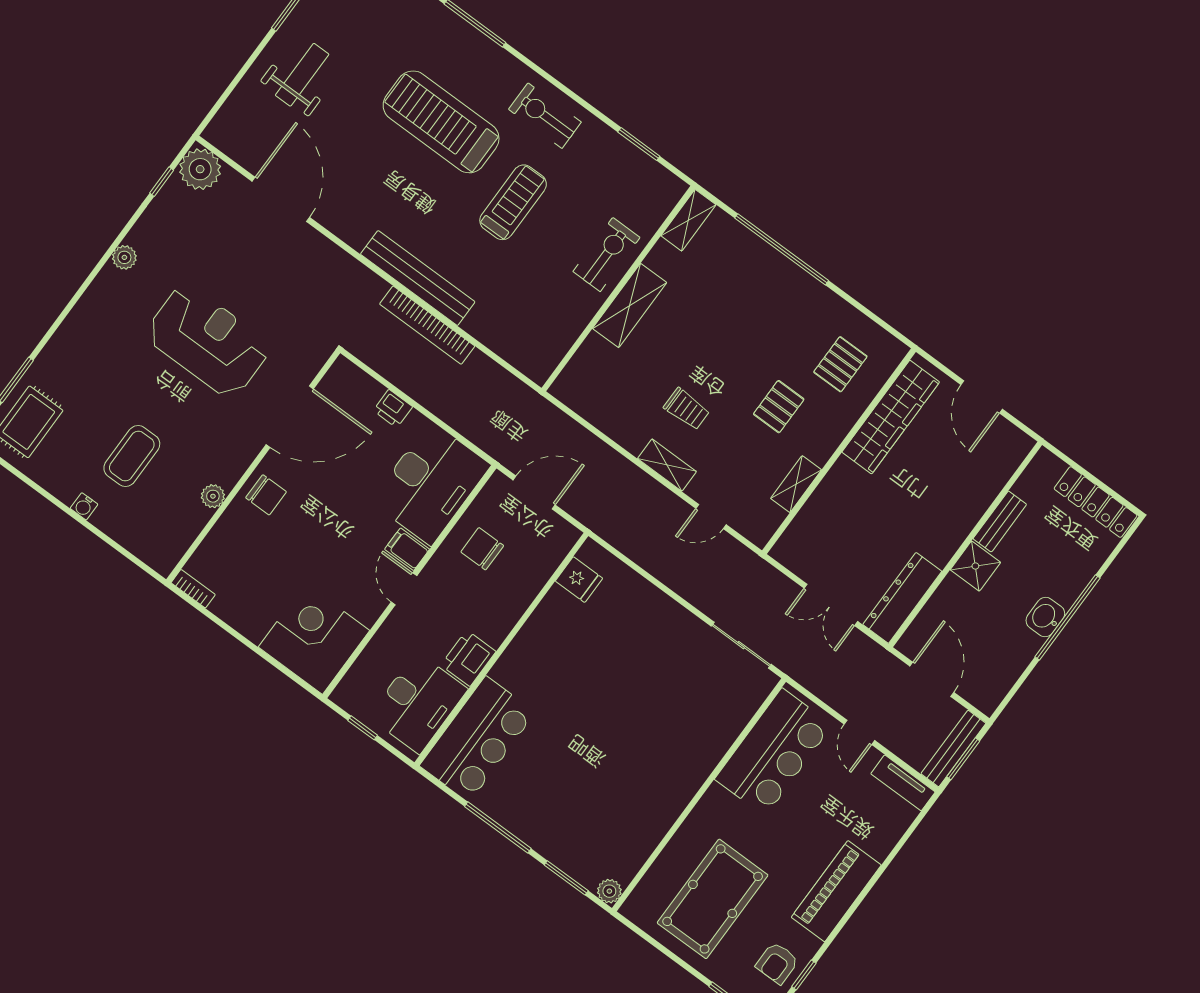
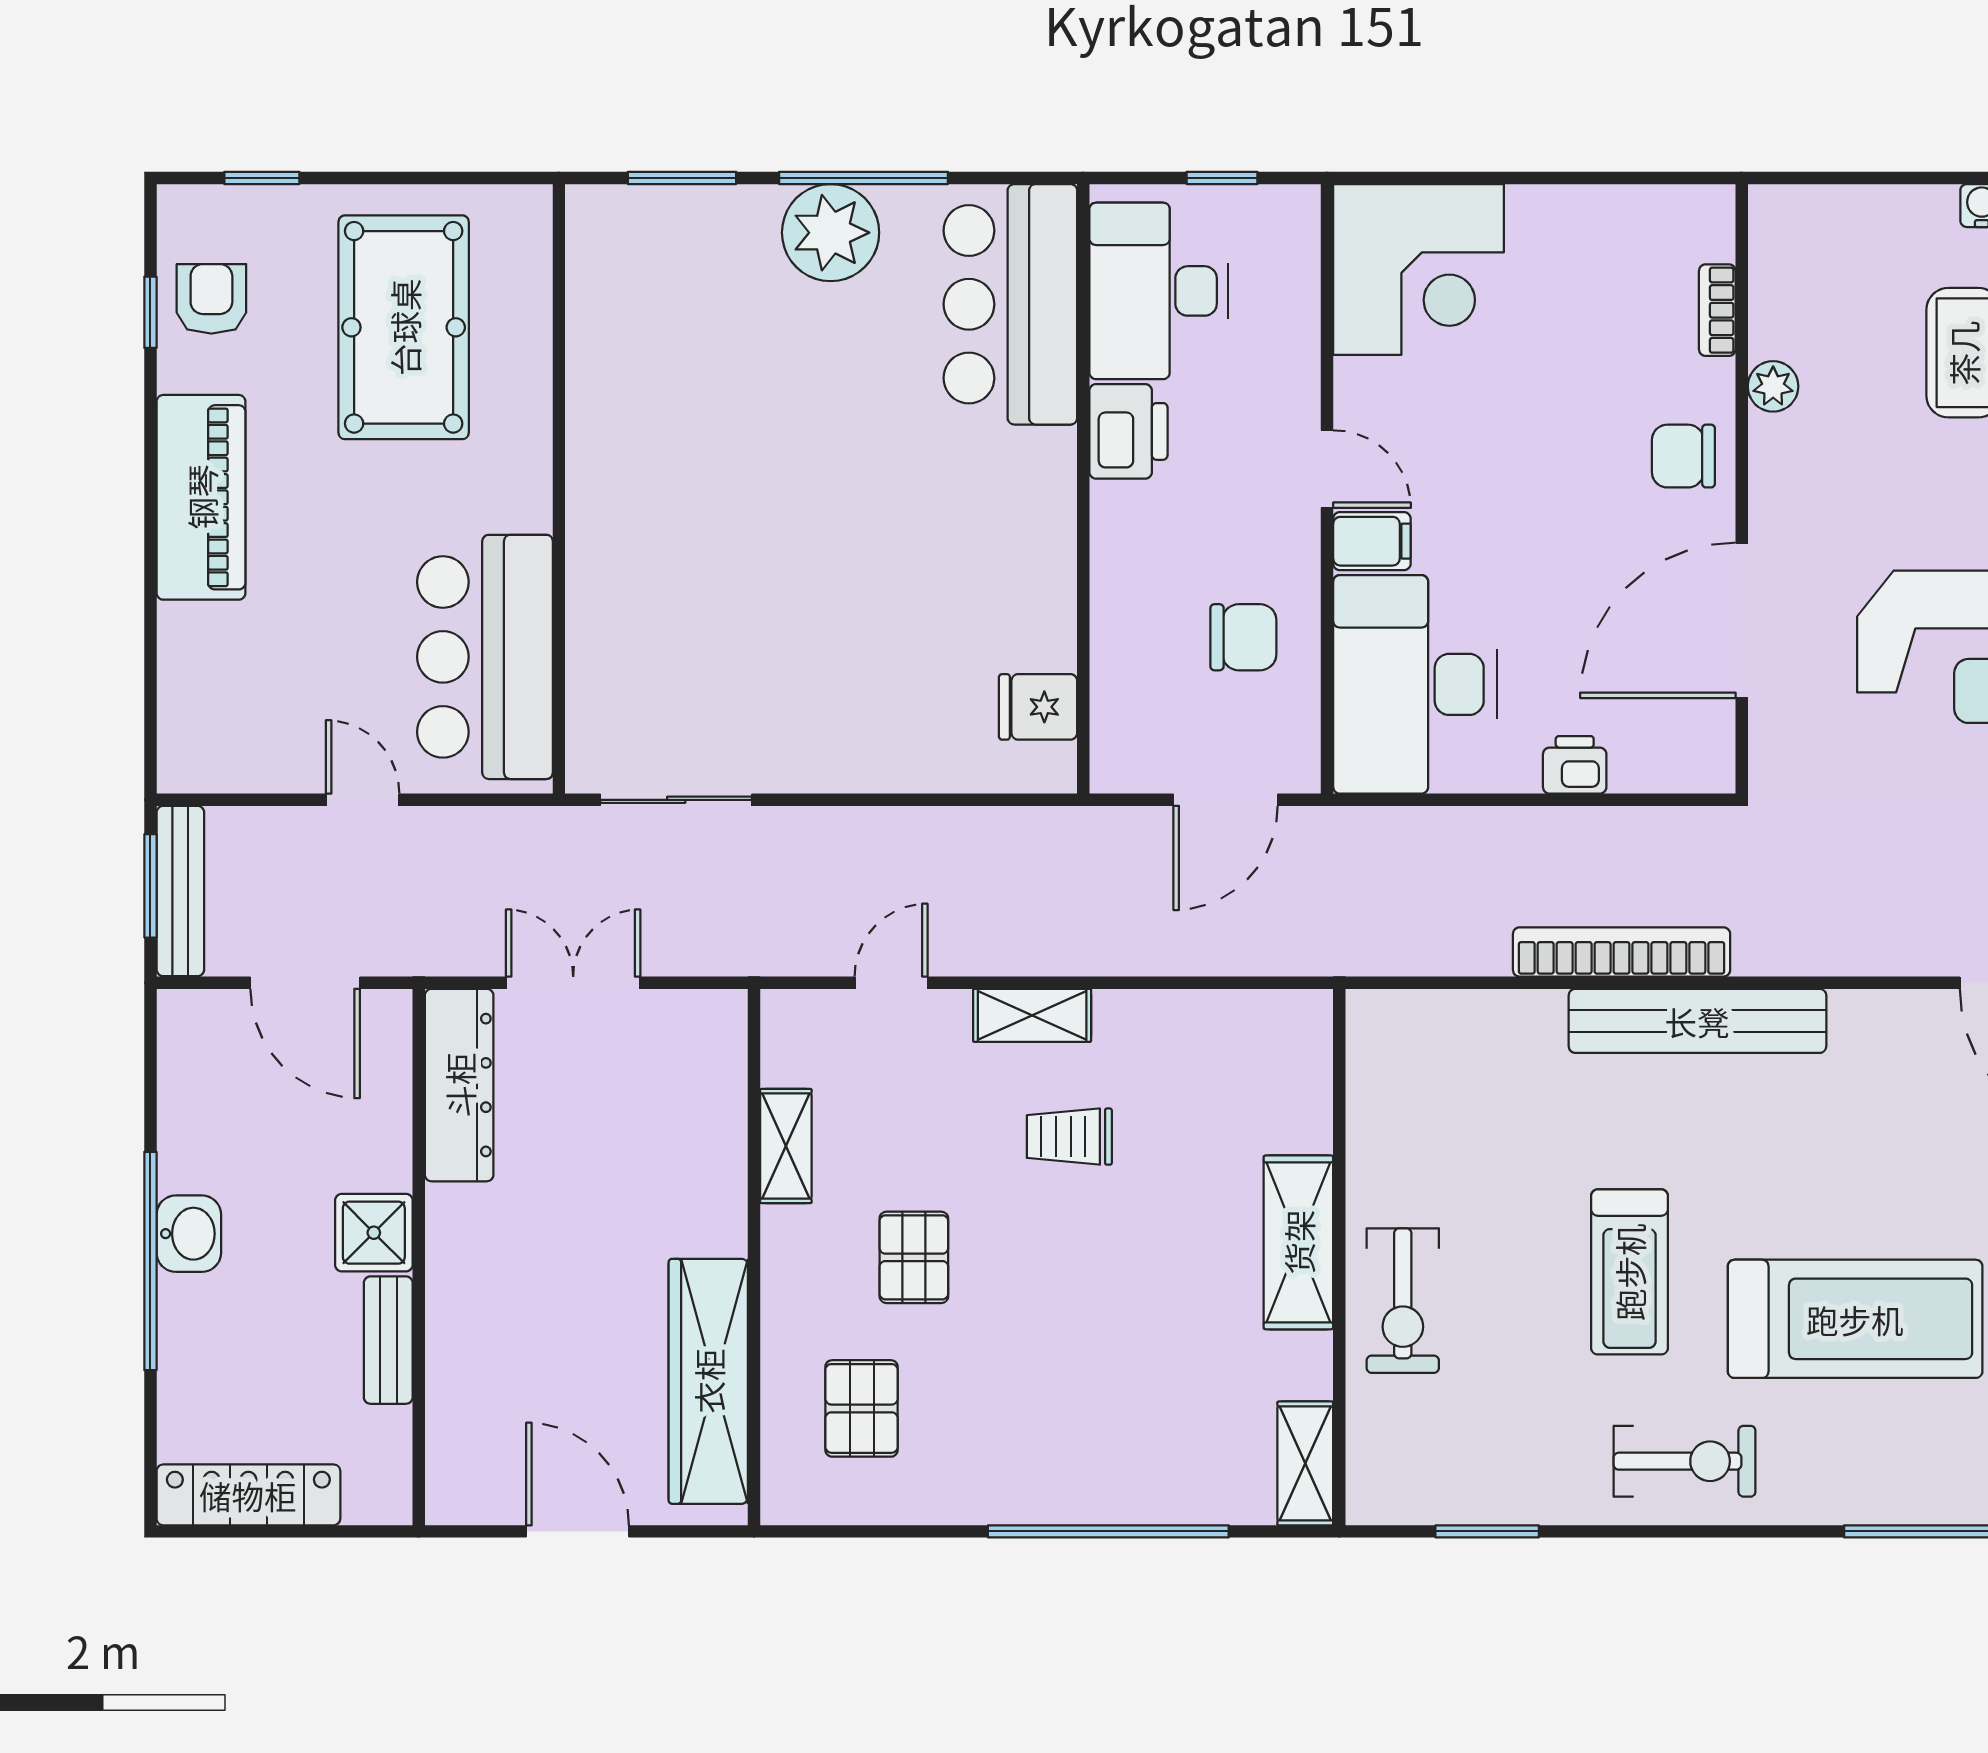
bookcase: (193, 589) -> (1717, 310), moved, turned 90
tv unit: (903, 783) -> (224, 768), removed
plant: (609, 891) -> (831, 233), moved, width x1.88, depth x1.88

